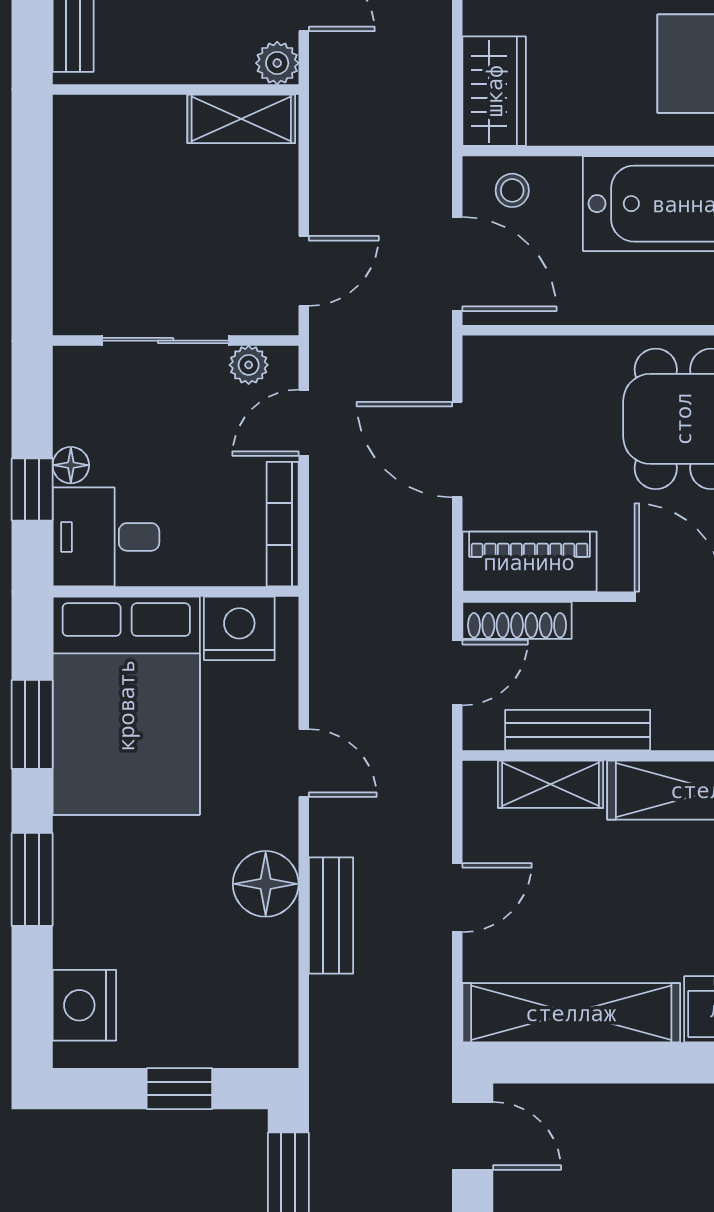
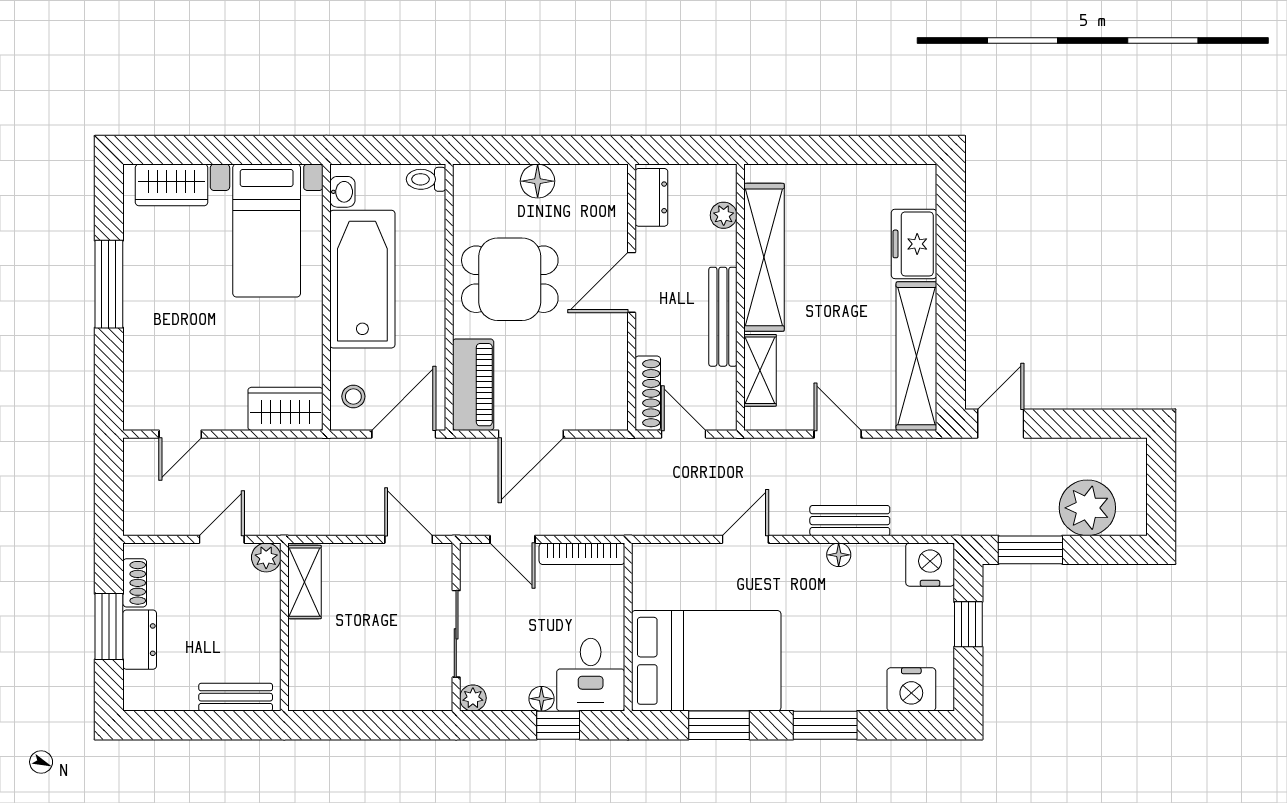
plant: (249, 365) -> (473, 698), moved
piano: (529, 562) -> (473, 385), moved, turned 180
nightstand: (239, 628) -> (930, 565), moved, turned 90
bench: (578, 730) -> (723, 317), moved
floor lamp: (266, 884) -> (839, 555), width x0.53, depth x0.53

